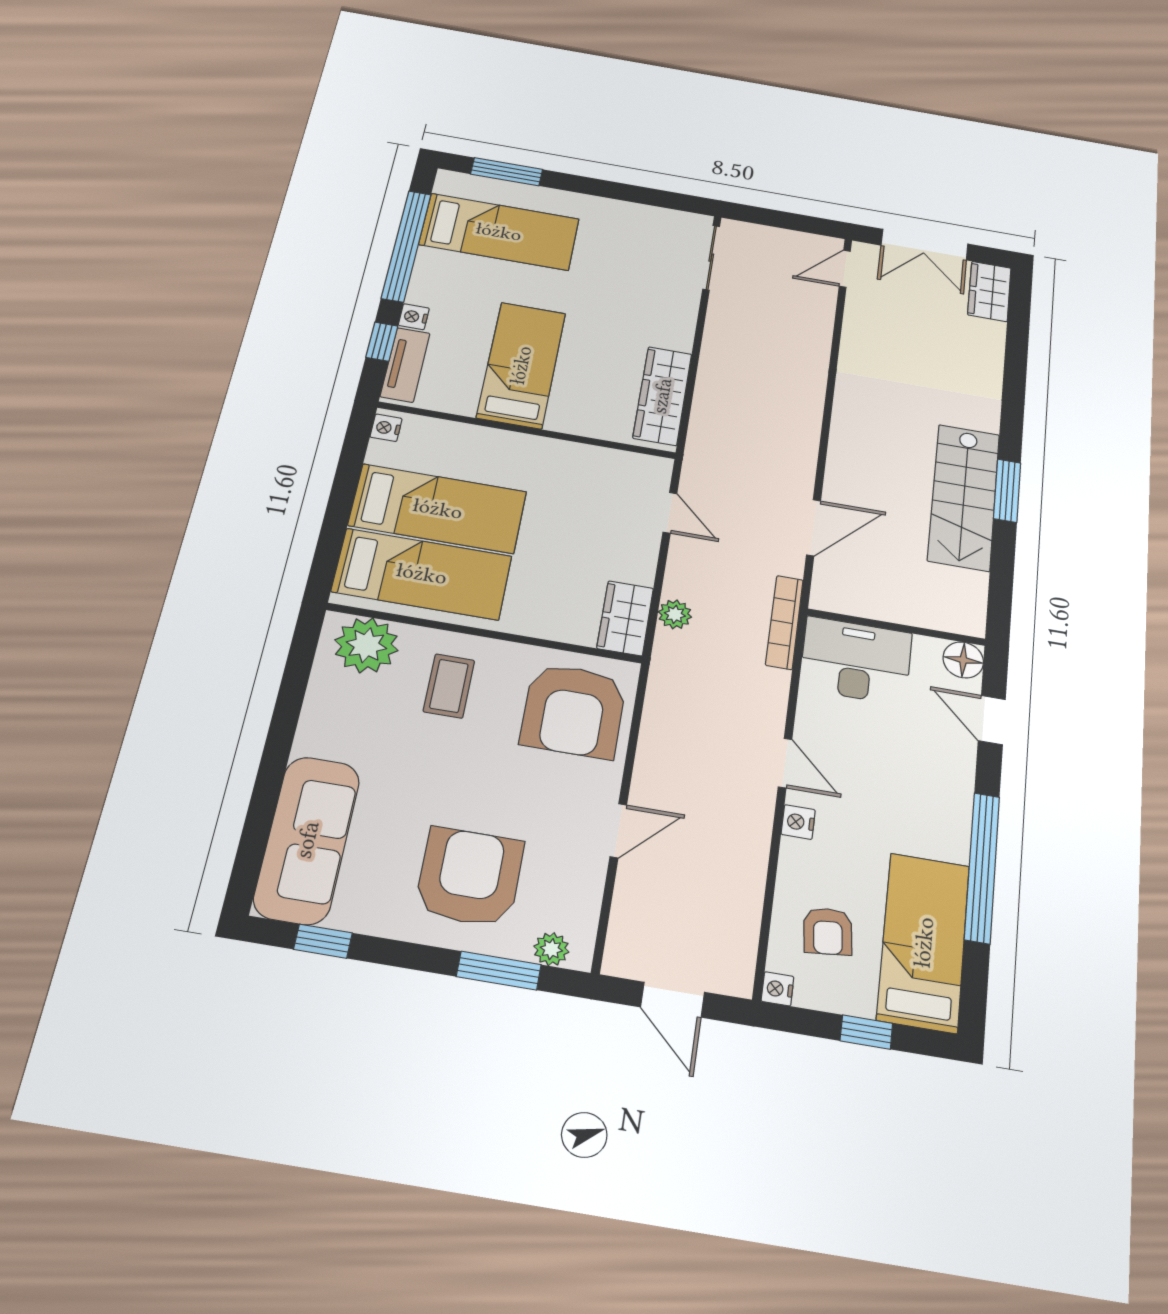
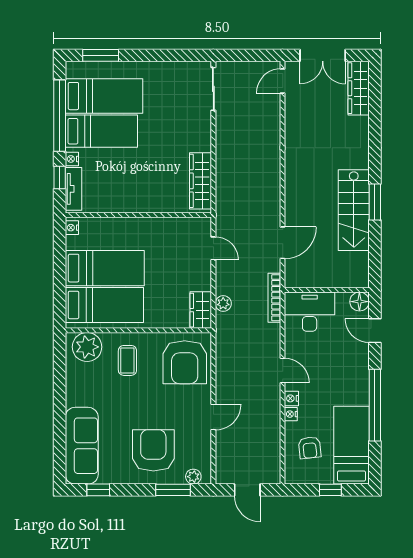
wardrobe: (989, 291) -> (359, 88), width x1.50
bed: (521, 365) -> (101, 131), moved, turned 90
nightstand: (778, 989) -> (291, 414), moved

